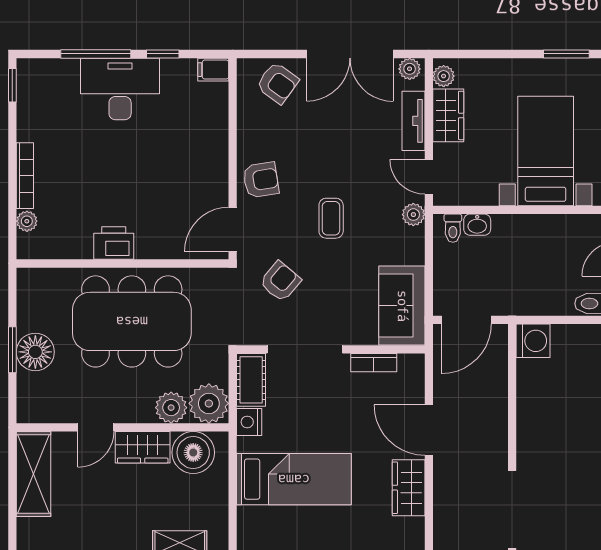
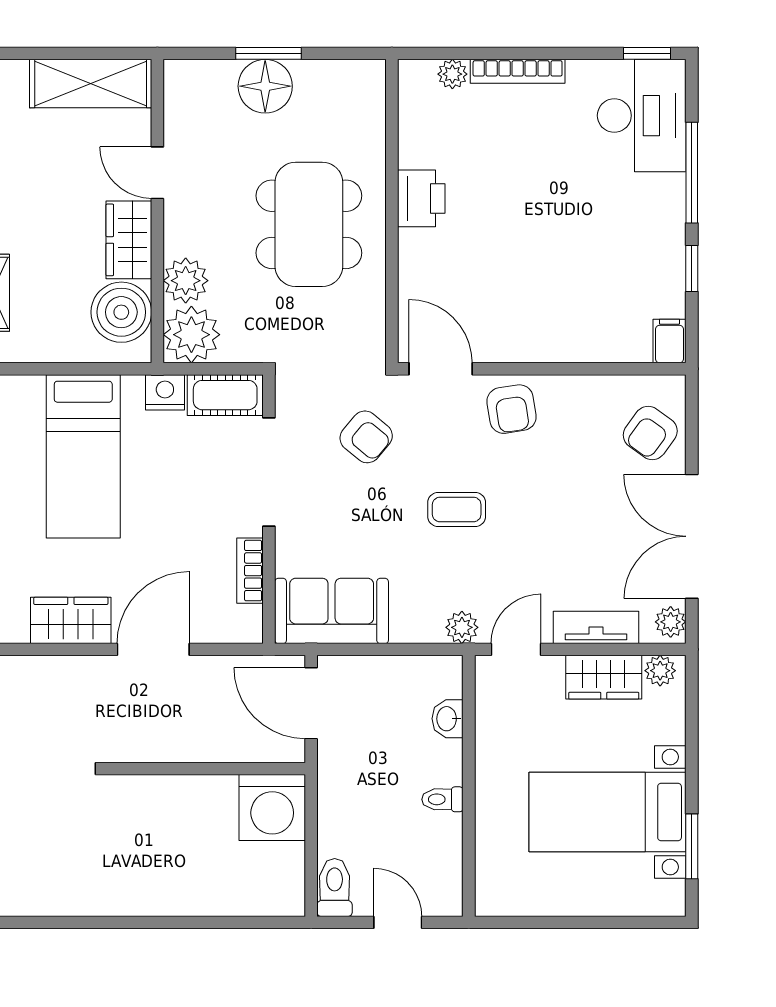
desk: (120, 89) -> (642, 116), moved
bed with nightstands: (546, 151) -> (608, 812), moved, turned 180
toilet: (453, 228) -> (442, 799), moved
dining table: (132, 321) -> (309, 224), width x0.73, depth x0.80
washing machine: (533, 341) -> (272, 808), width x1.37, depth x1.37

